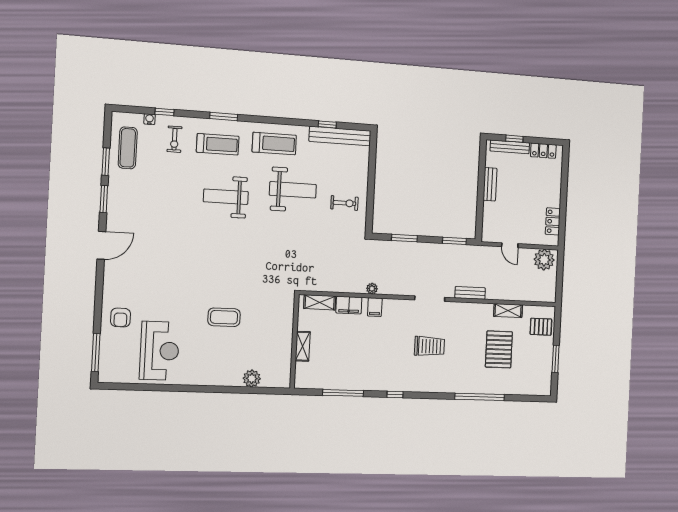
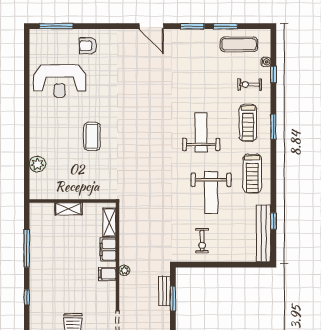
bench: (396, 247) -> (164, 291), added

